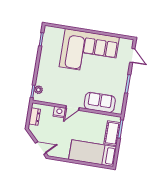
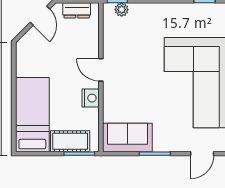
sofa: (100, 102) -> (127, 138), moved, turned -90
nightstand: (59, 112) -> (91, 98), moved
door: (41, 148) -> (40, 16), moved

